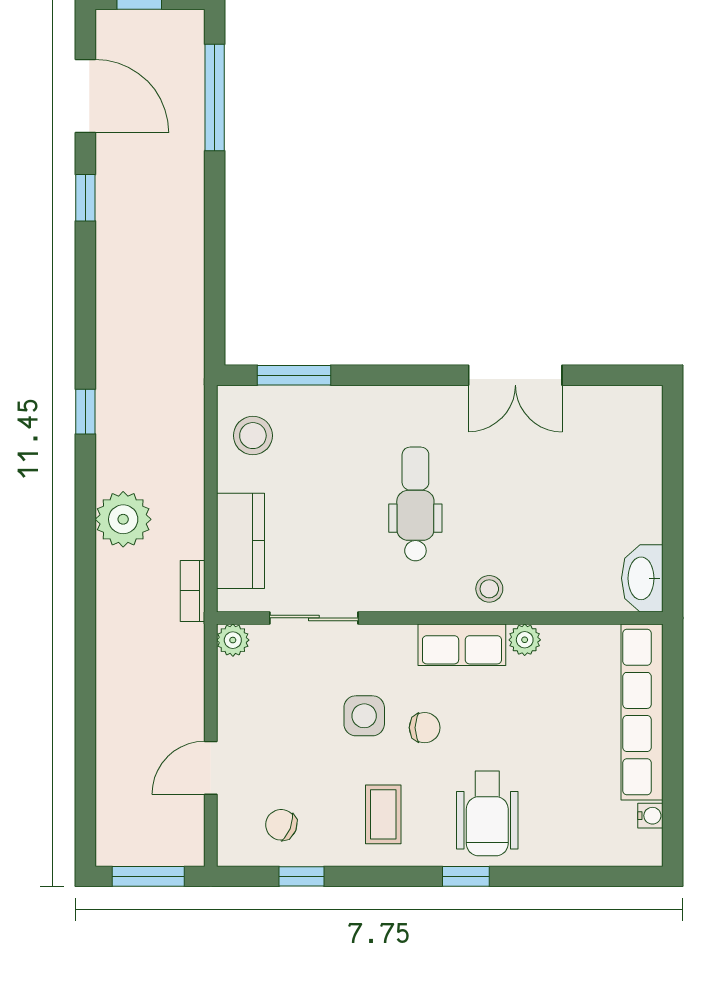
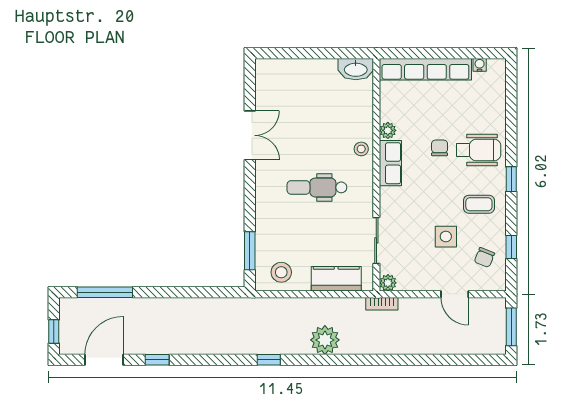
bookcase: (193, 591) -> (382, 304), moved
side table: (364, 716) -> (446, 237), moved
chair: (425, 728) -> (440, 148), moved
window: (466, 876) -> (511, 179), moved

